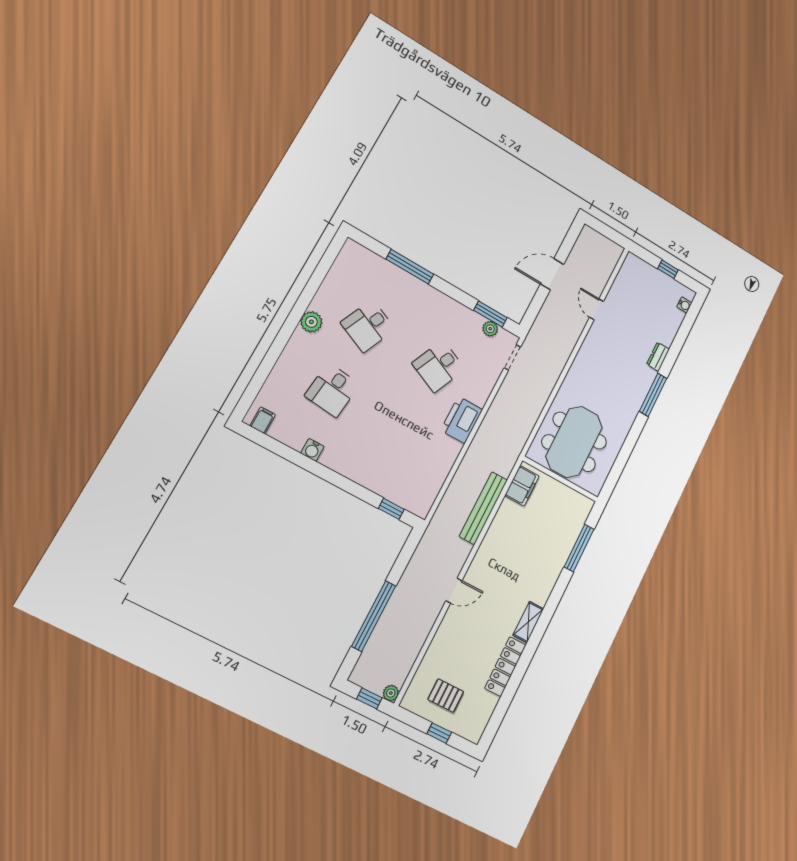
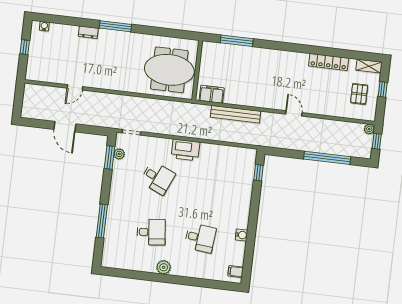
desk: (368, 326) -> (151, 232), turned -30
shelving: (528, 622) -> (369, 66), moved

